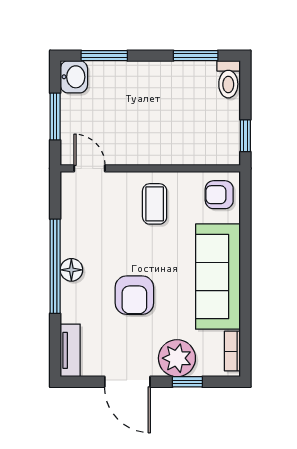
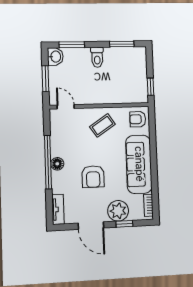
toilet: (228, 79) -> (97, 57), moved
coffee table: (155, 204) -> (102, 125), turned 56

